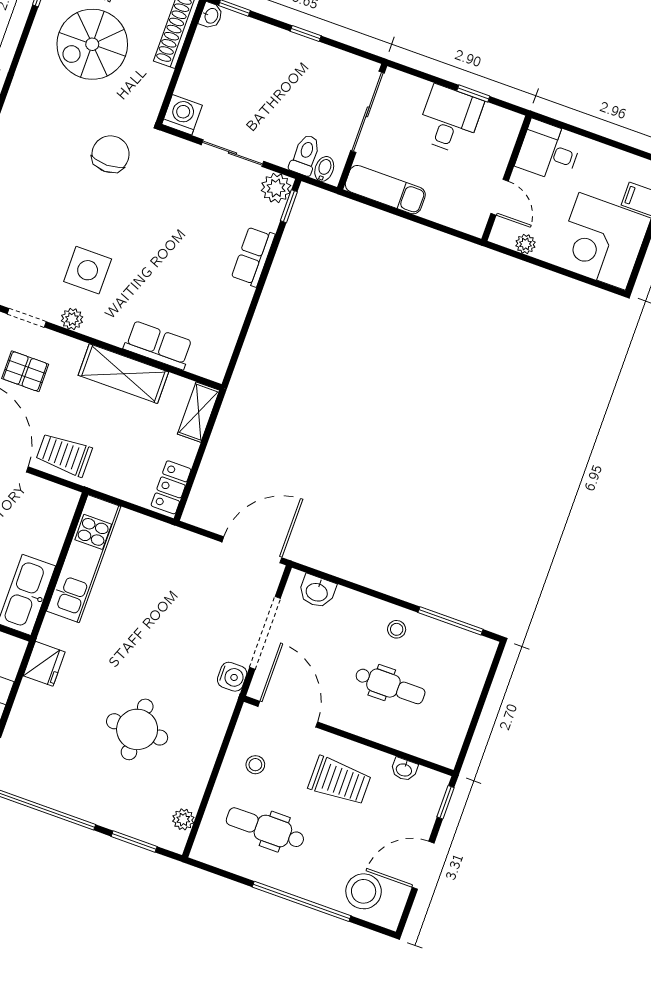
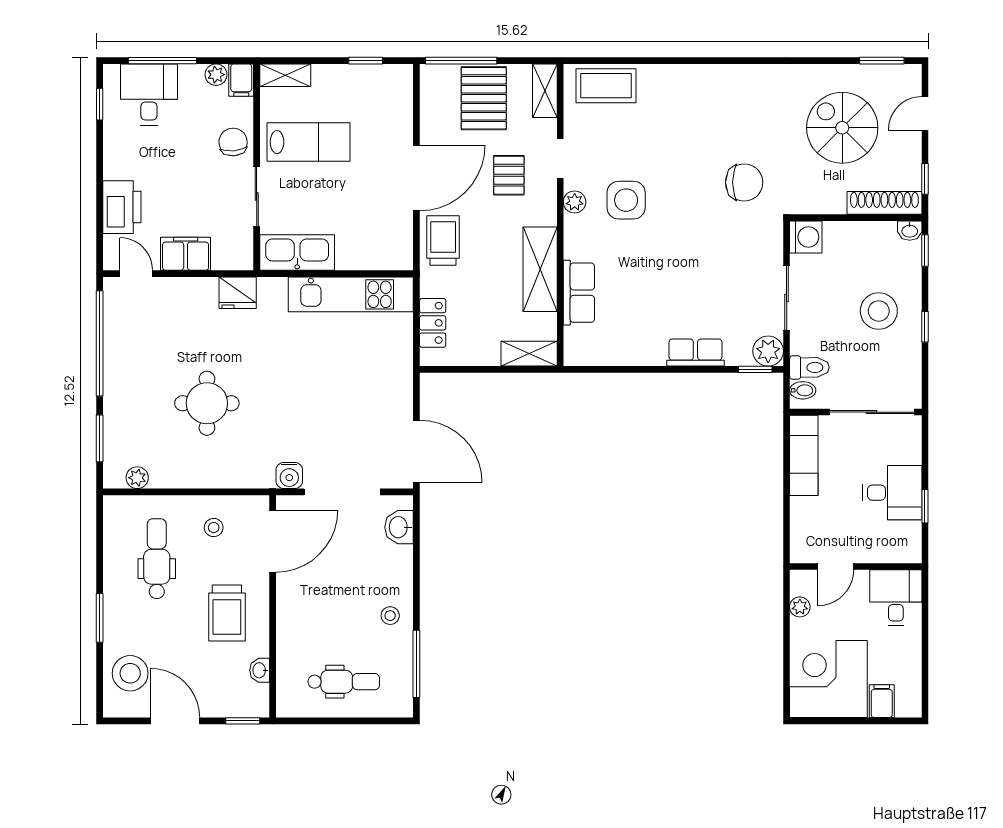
stool: (276, 71) -> (879, 311), added
locker: (171, 487) -> (433, 323), moved, turned 90
dental chair: (390, 685) -> (344, 682), moved, turned -90
window: (302, 901) -> (100, 618), width x0.47

